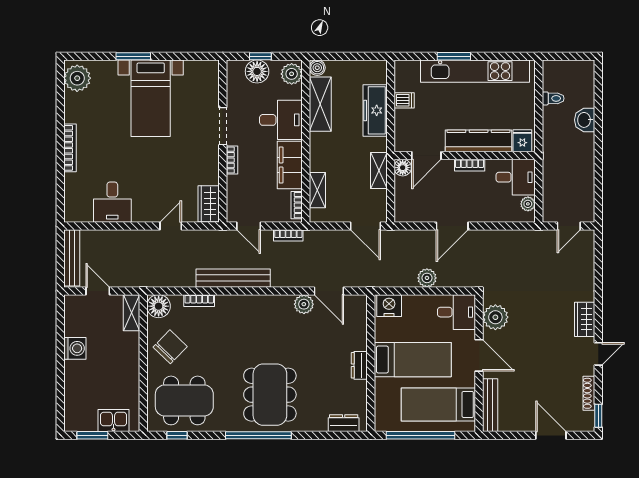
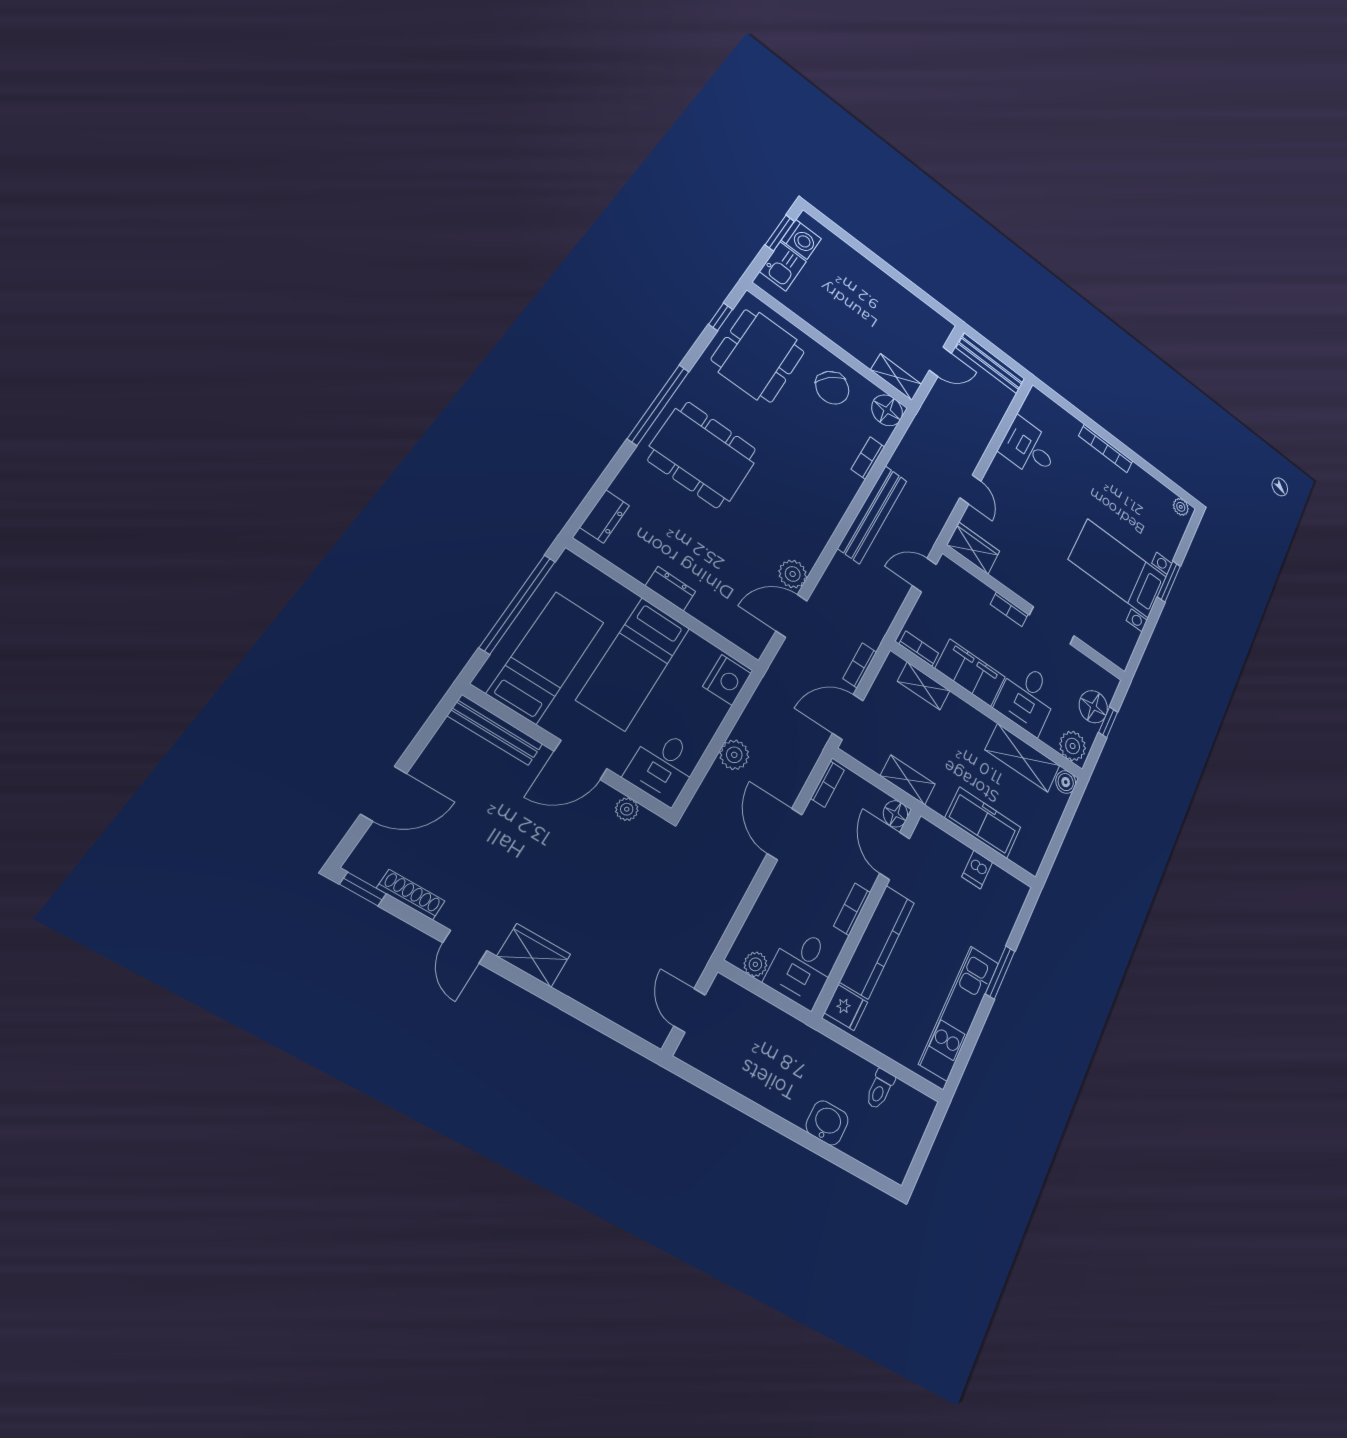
kitchen unit: (475, 71) -> (959, 1013), width x0.73
plant: (77, 78) -> (1181, 507), width x0.53, depth x0.53
bookcase: (411, 217) -> (828, 784), added
bookcase: (288, 235) -> (860, 665), moved
plant: (495, 317) -> (627, 809), width x0.53, depth x0.53
washing machine: (75, 348) -> (801, 239), moved, turned -90

